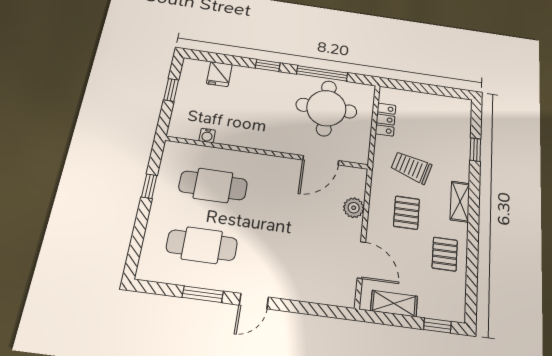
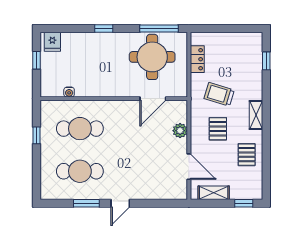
window: (322, 73) -> (159, 29), moved
fridge: (219, 74) -> (52, 42), moved
window: (475, 150) -> (266, 61), moved

